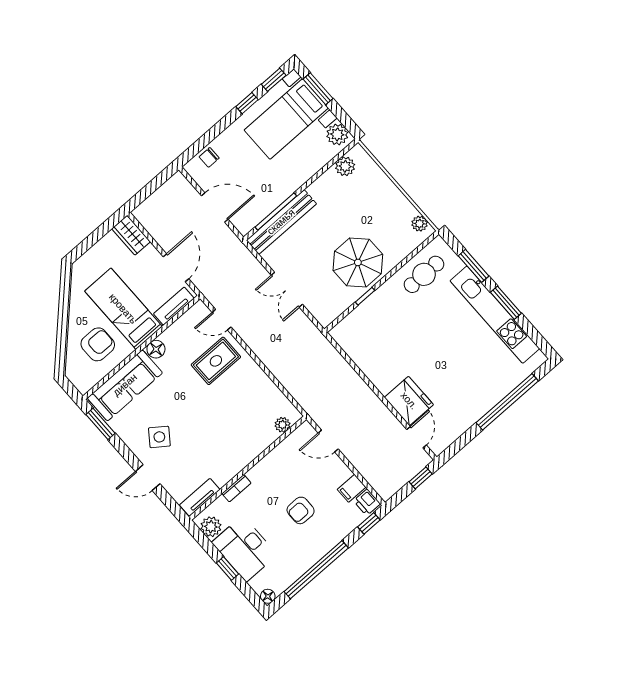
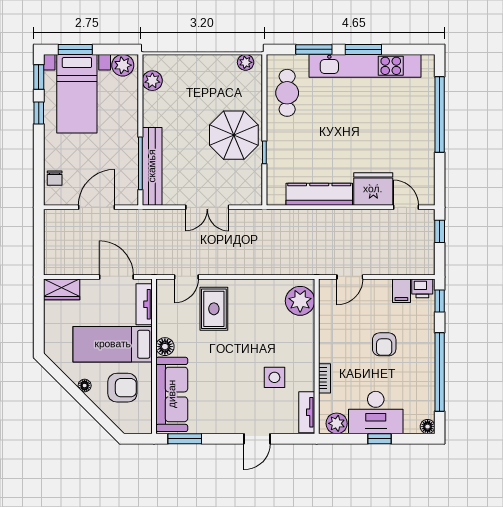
floor lamp: (75, 315) -> (85, 386), added
armchair: (98, 344) -> (122, 388), turned 90
kitchen counter: (370, 364) -> (319, 194), added
plant: (282, 425) -> (300, 301), width x1.88, depth x1.88
side table: (159, 437) -> (274, 377), moved, turned -36

